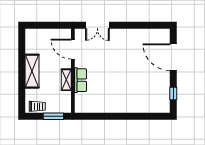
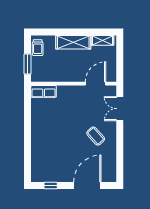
coffee table: (125, 49) -> (96, 136), added
shelving: (66, 80) -> (103, 40), moved
row of seats: (80, 80) -> (44, 91), moved

